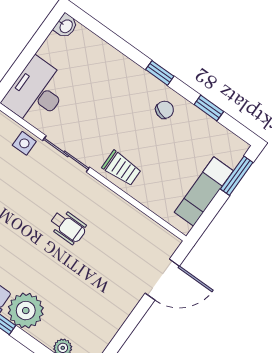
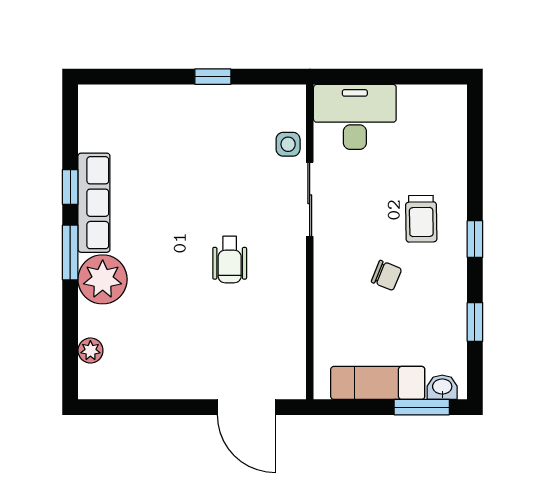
washbasin: (66, 26) -> (442, 387), moved, turned 180
chair: (165, 110) -> (386, 275), moved
trolley: (122, 168) -> (421, 219), moved

